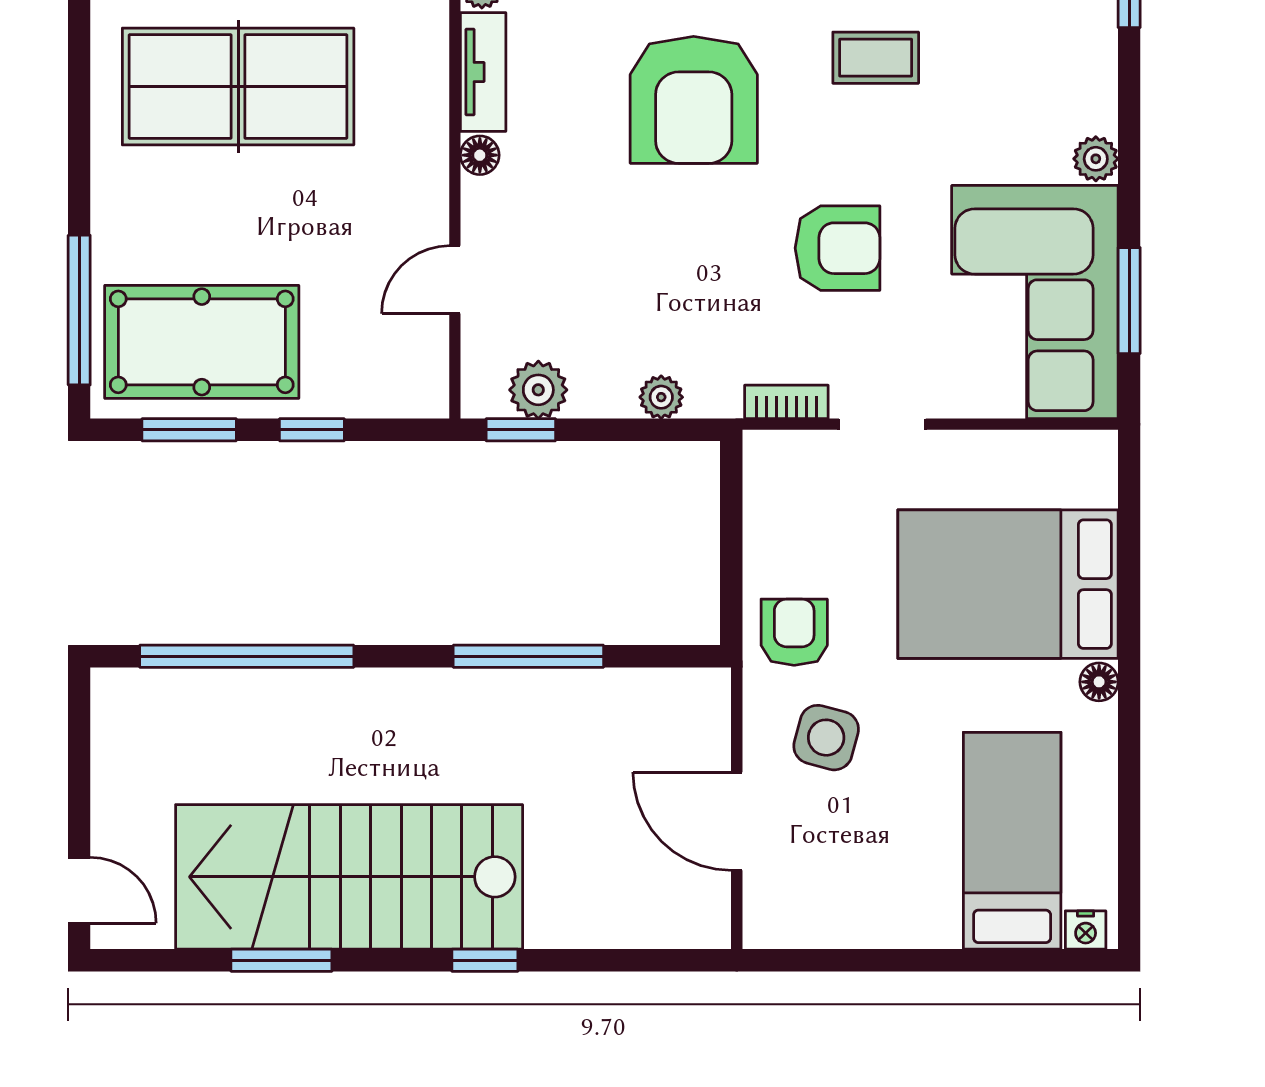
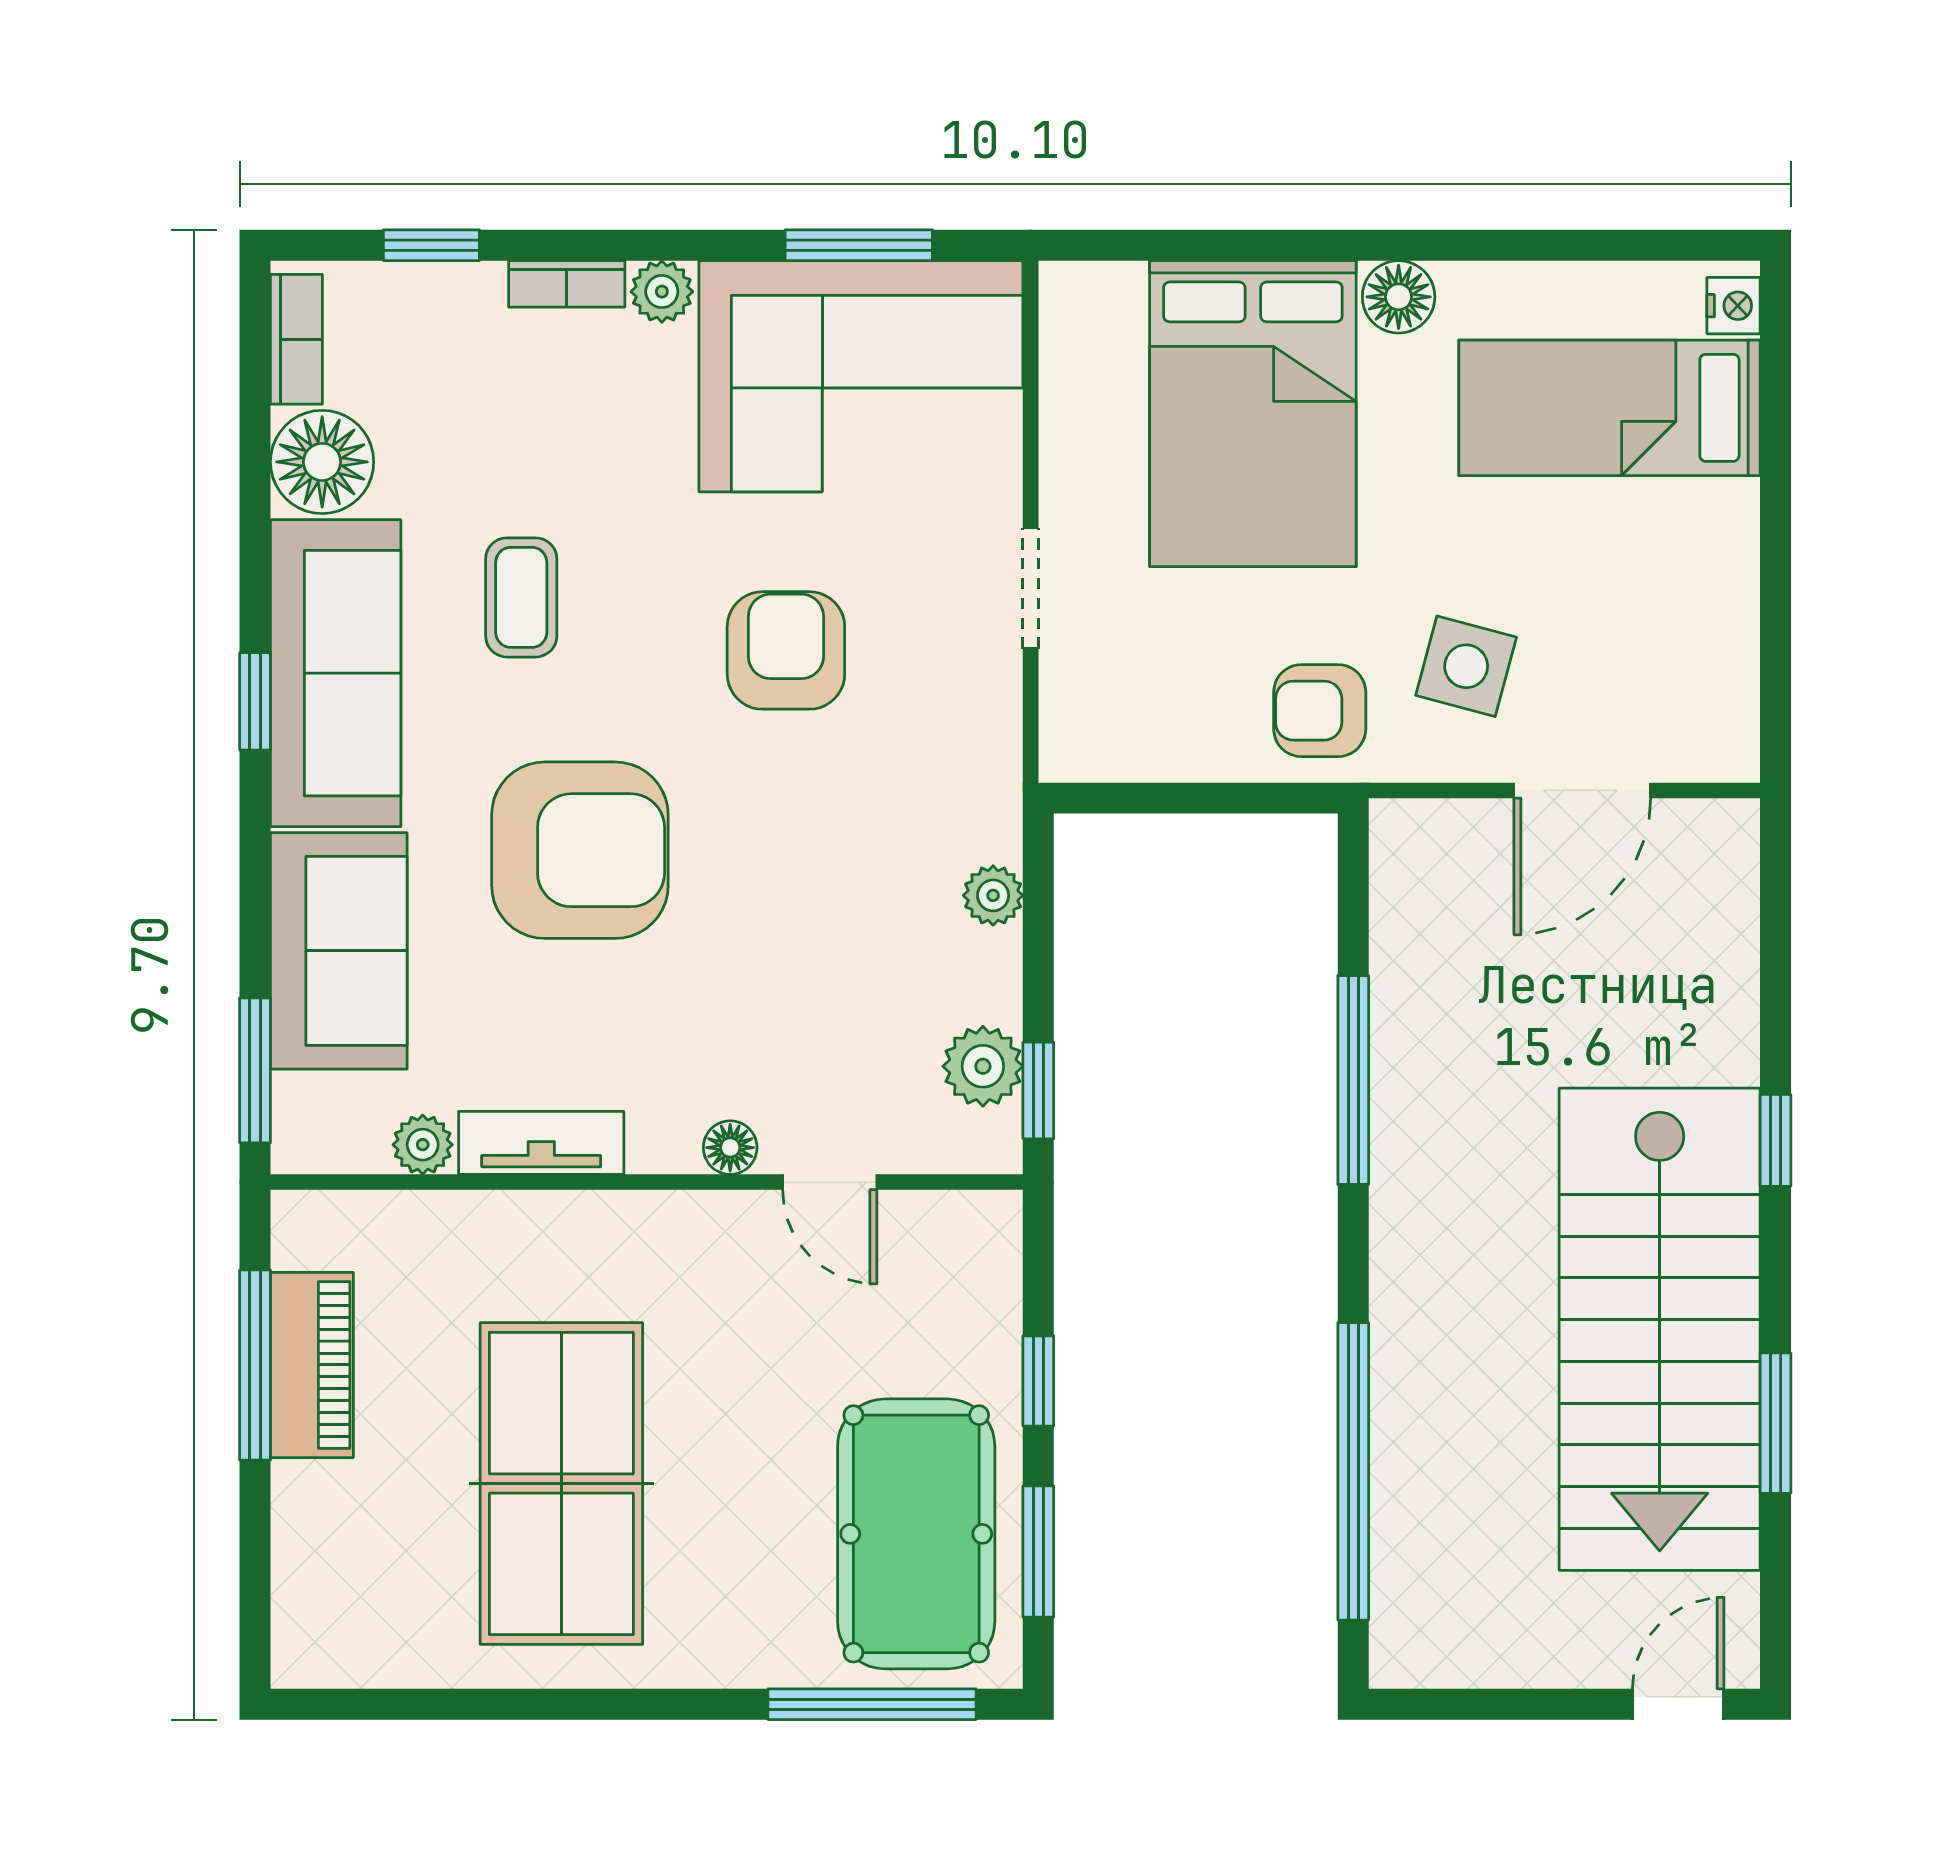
floor lamp: (480, 155) -> (730, 1148), moved
bookcase: (786, 402) -> (567, 284), moved, turned -90
floor lamp: (1099, 682) -> (1399, 297), width x1.37, depth x1.37

